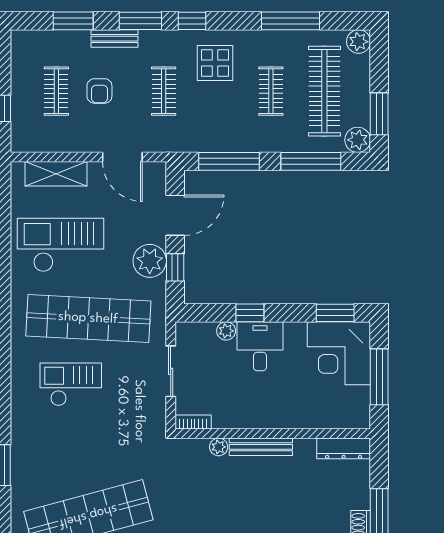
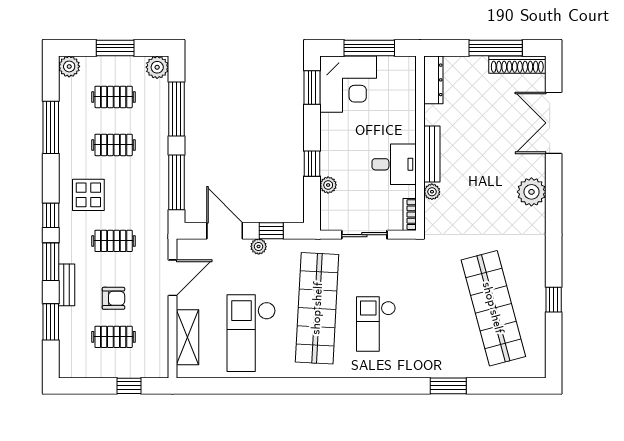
clothes rail: (324, 91) -> (114, 97), width x0.54, depth x0.76
window: (379, 114) -> (115, 48), moved
plant: (150, 261) -> (259, 246), width x0.53, depth x0.53
desk: (260, 346) -> (394, 164), moved, turned 180

